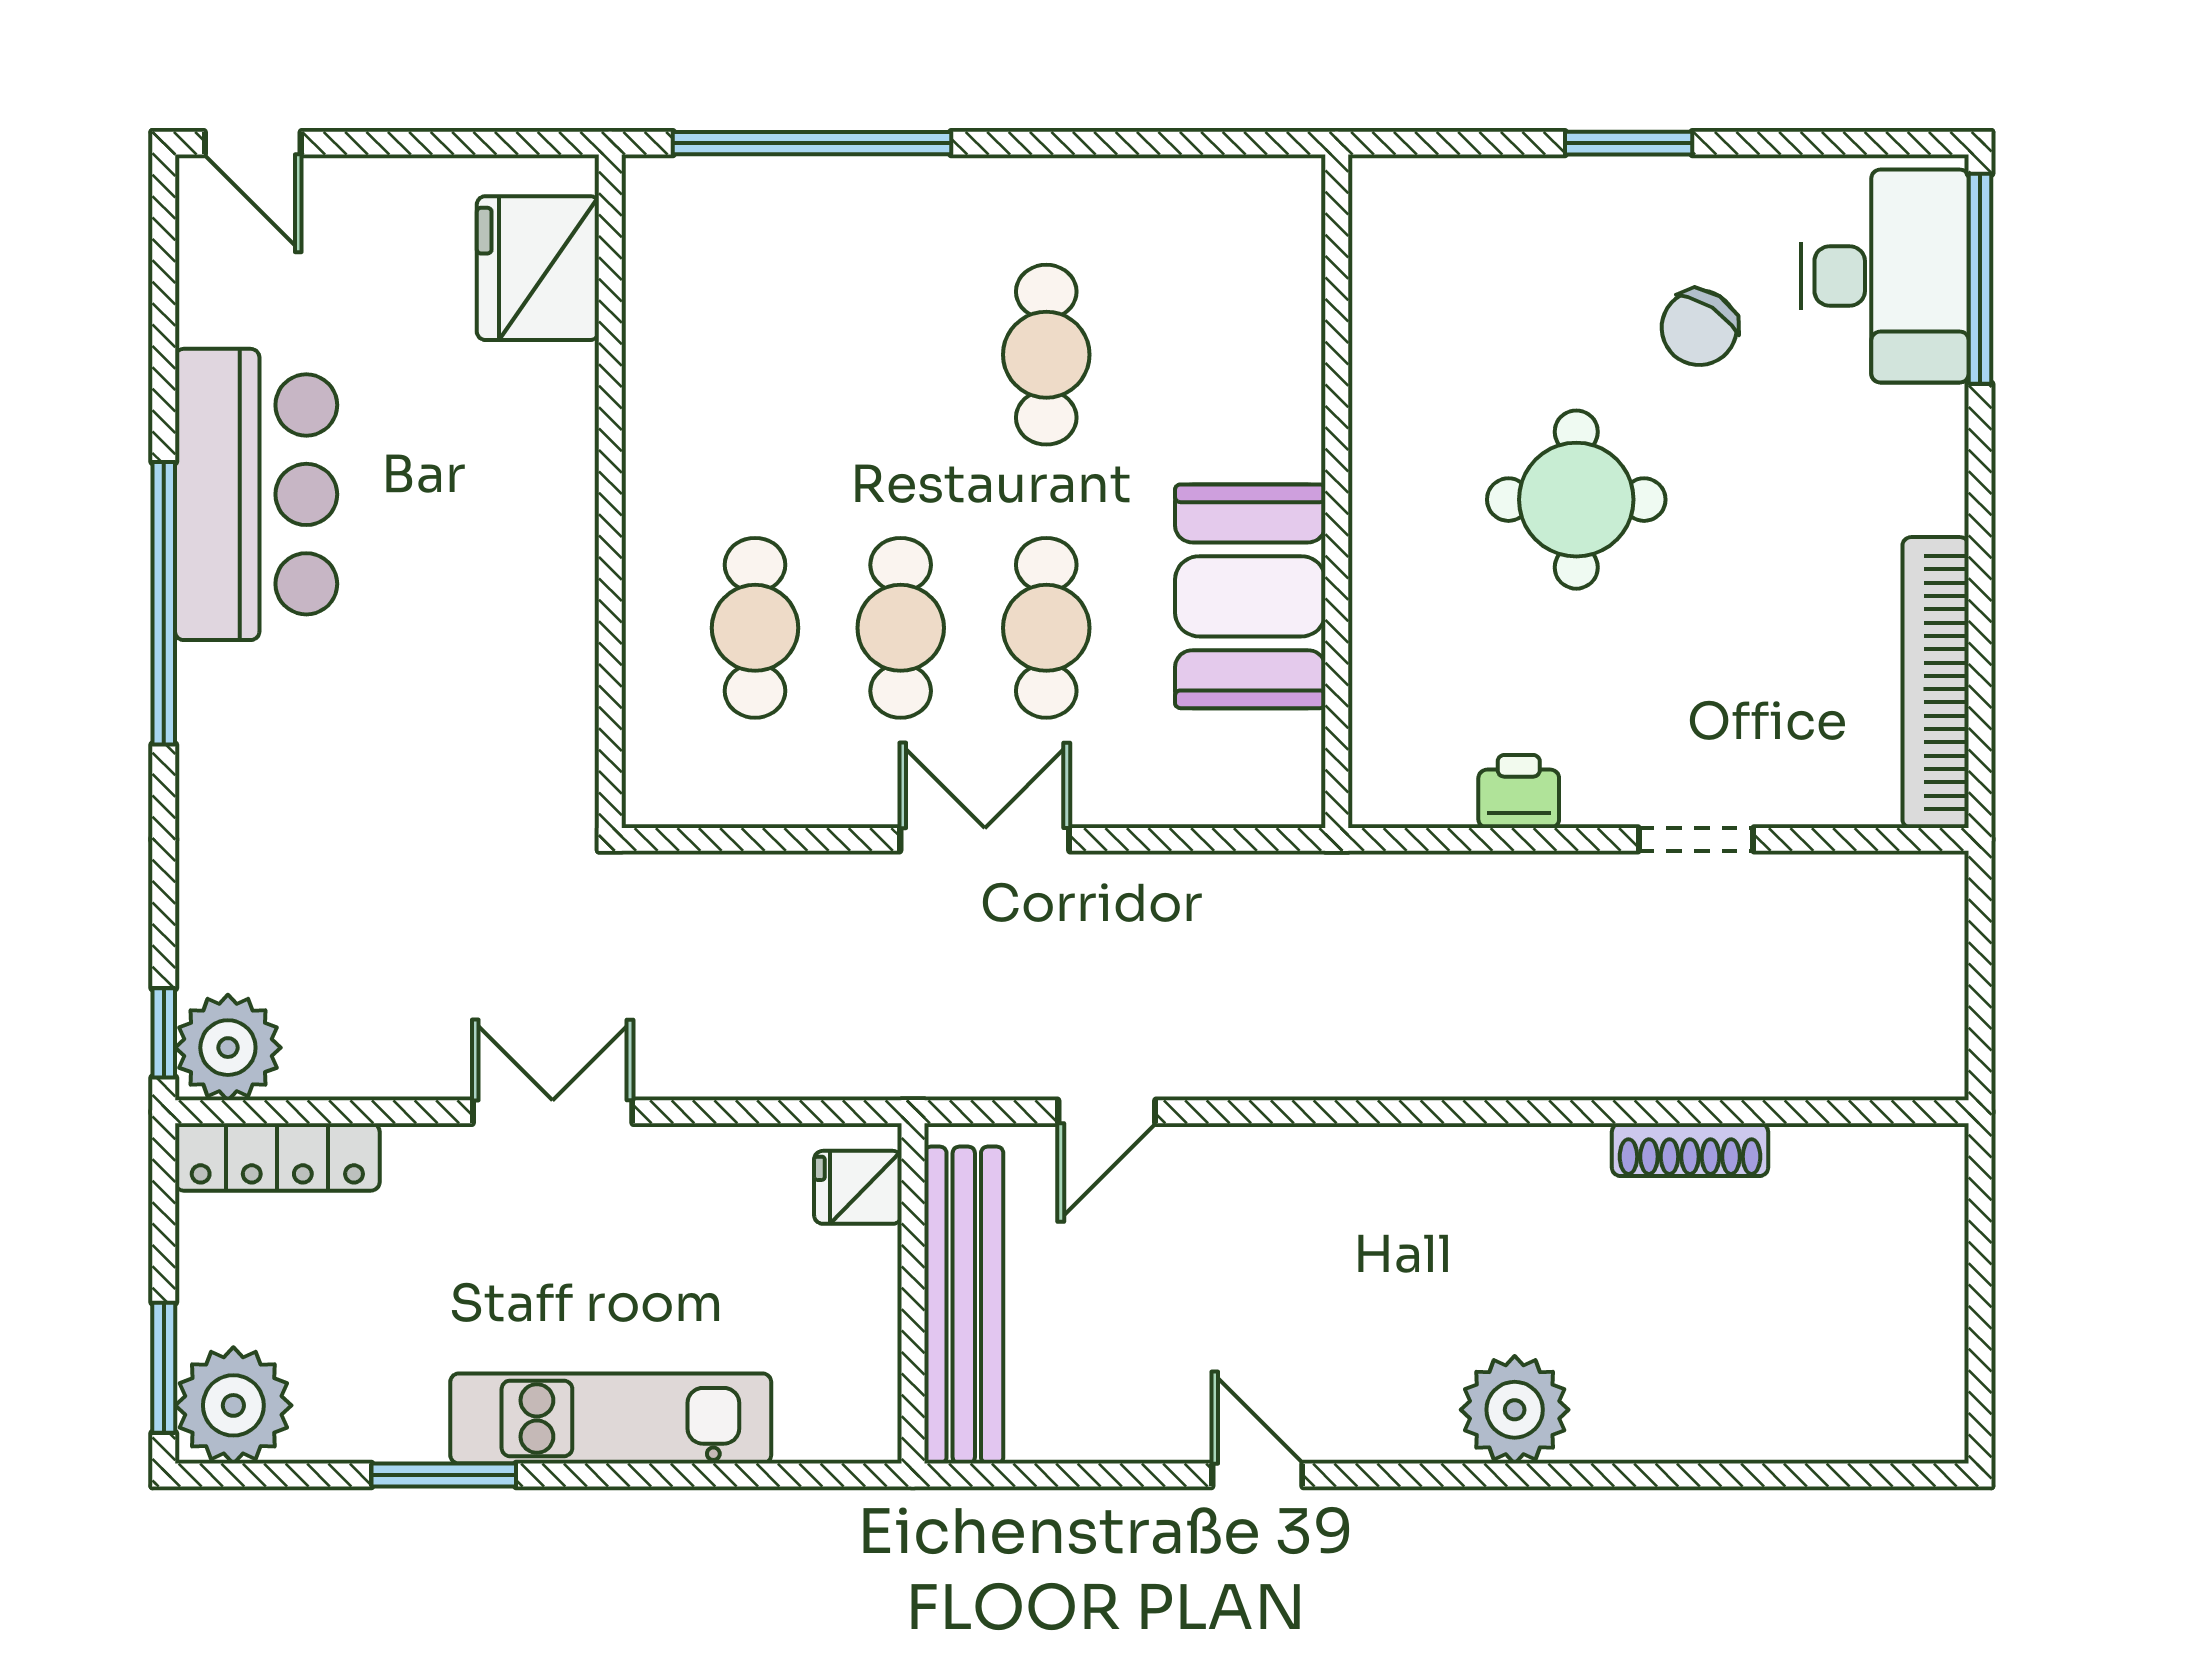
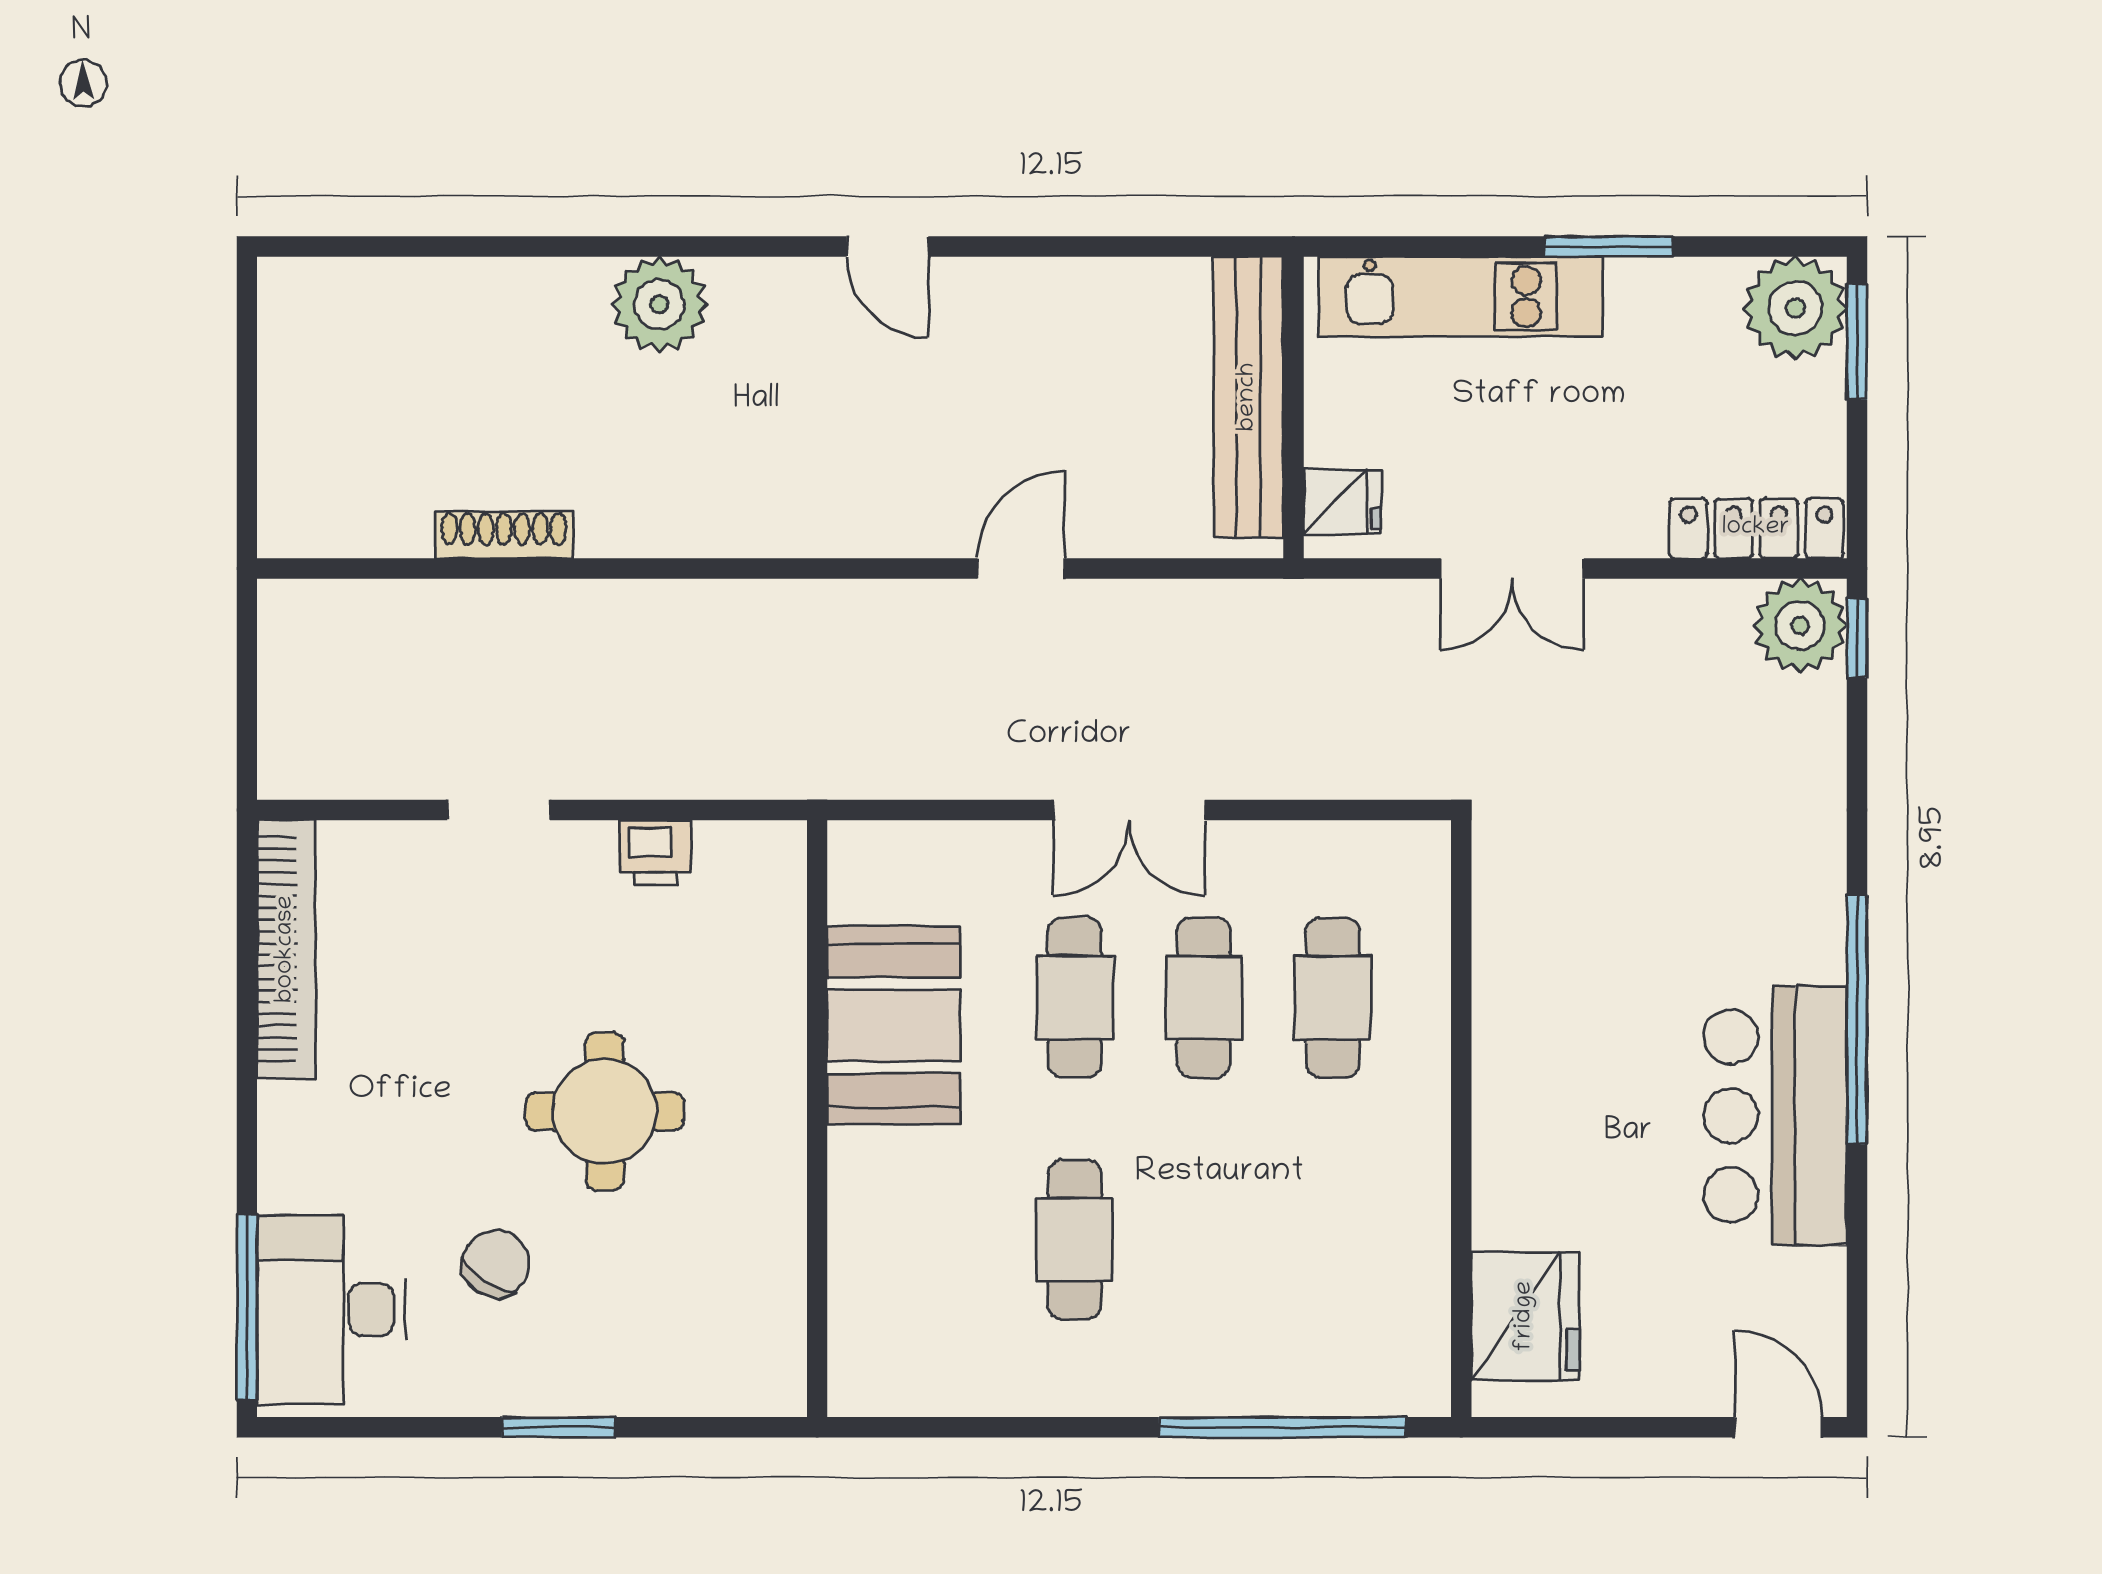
fridge: (858, 1187) -> (1342, 502), moved
wall: (913, 1293) -> (1293, 407), moved
bench: (964, 1305) -> (1248, 397), moved

